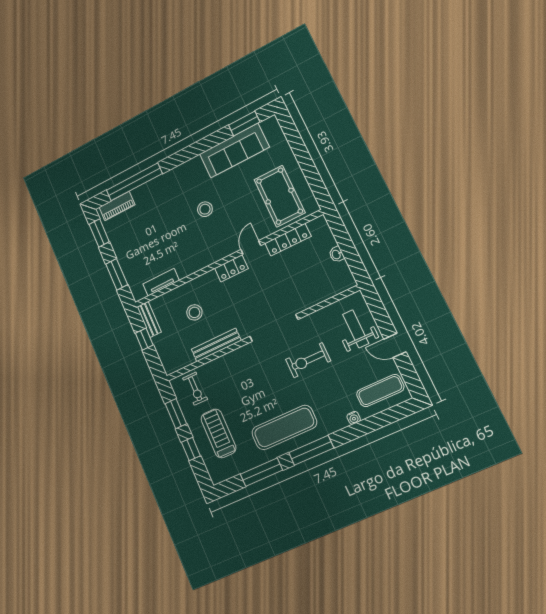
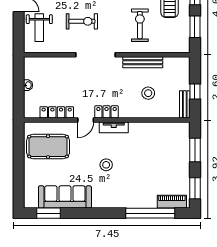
pool table: (280, 196) -> (48, 147), turned 90
tv unit: (161, 282) -> (114, 127), moved
exercise bike: (195, 389) -> (140, 25), moved, width x1.38, depth x1.39

